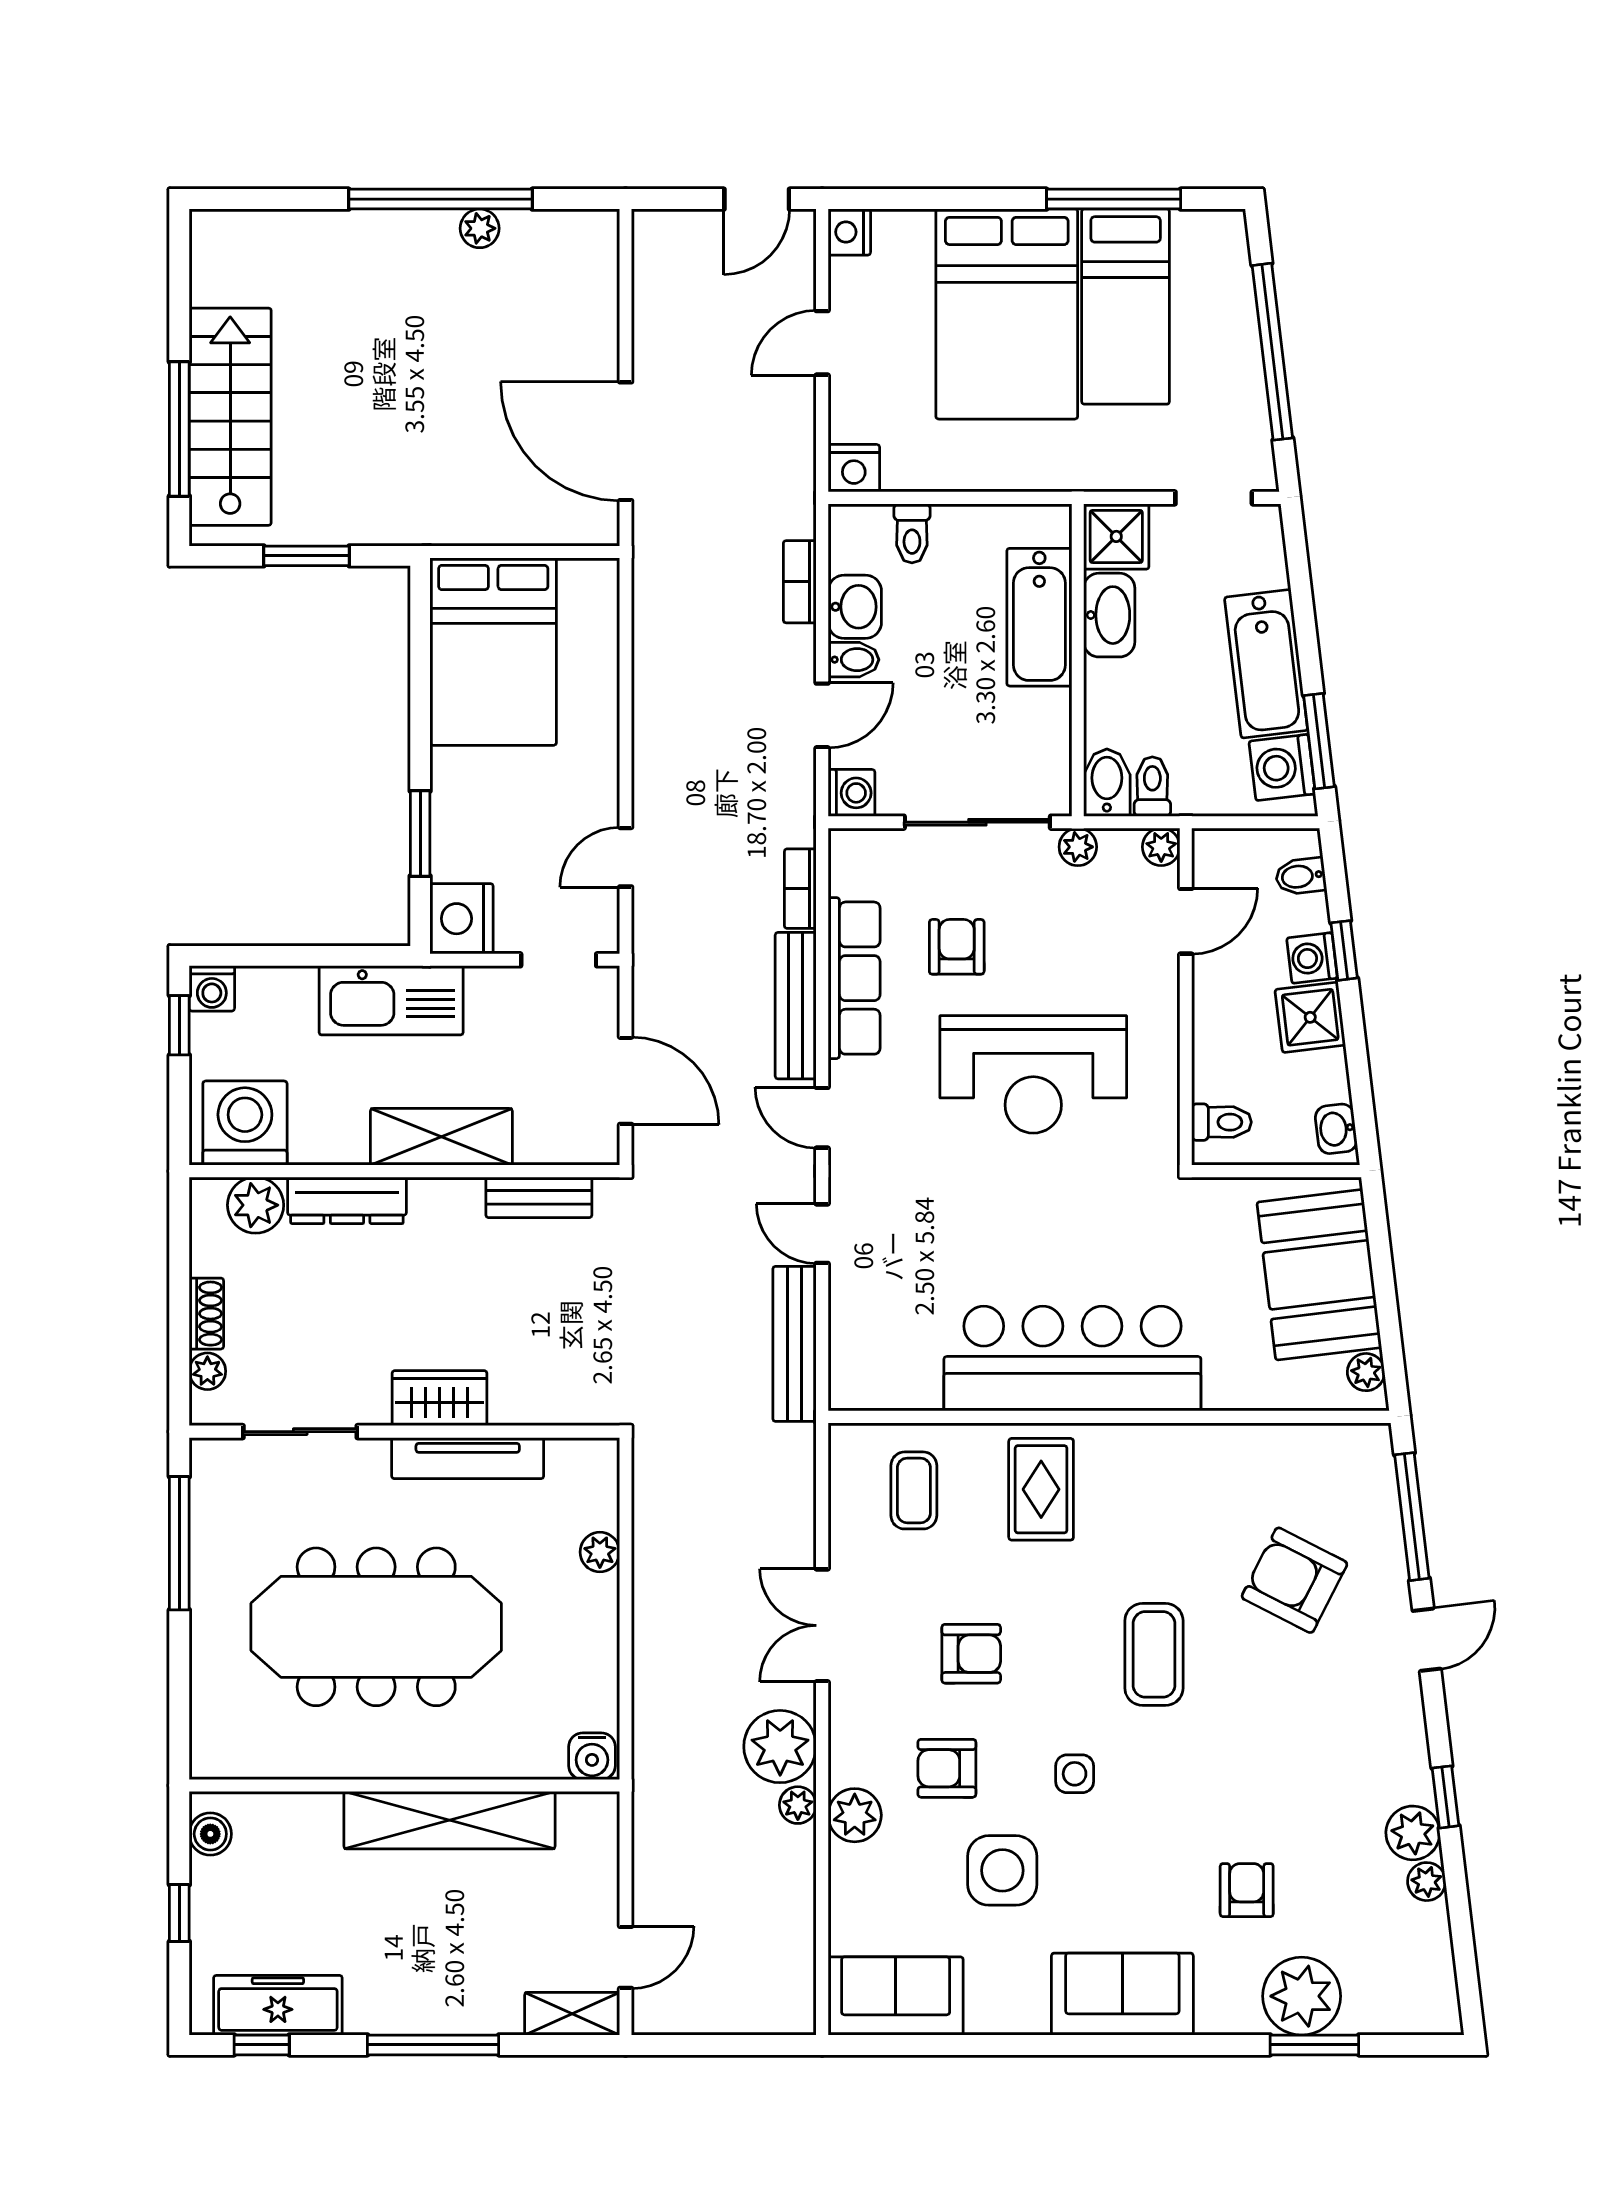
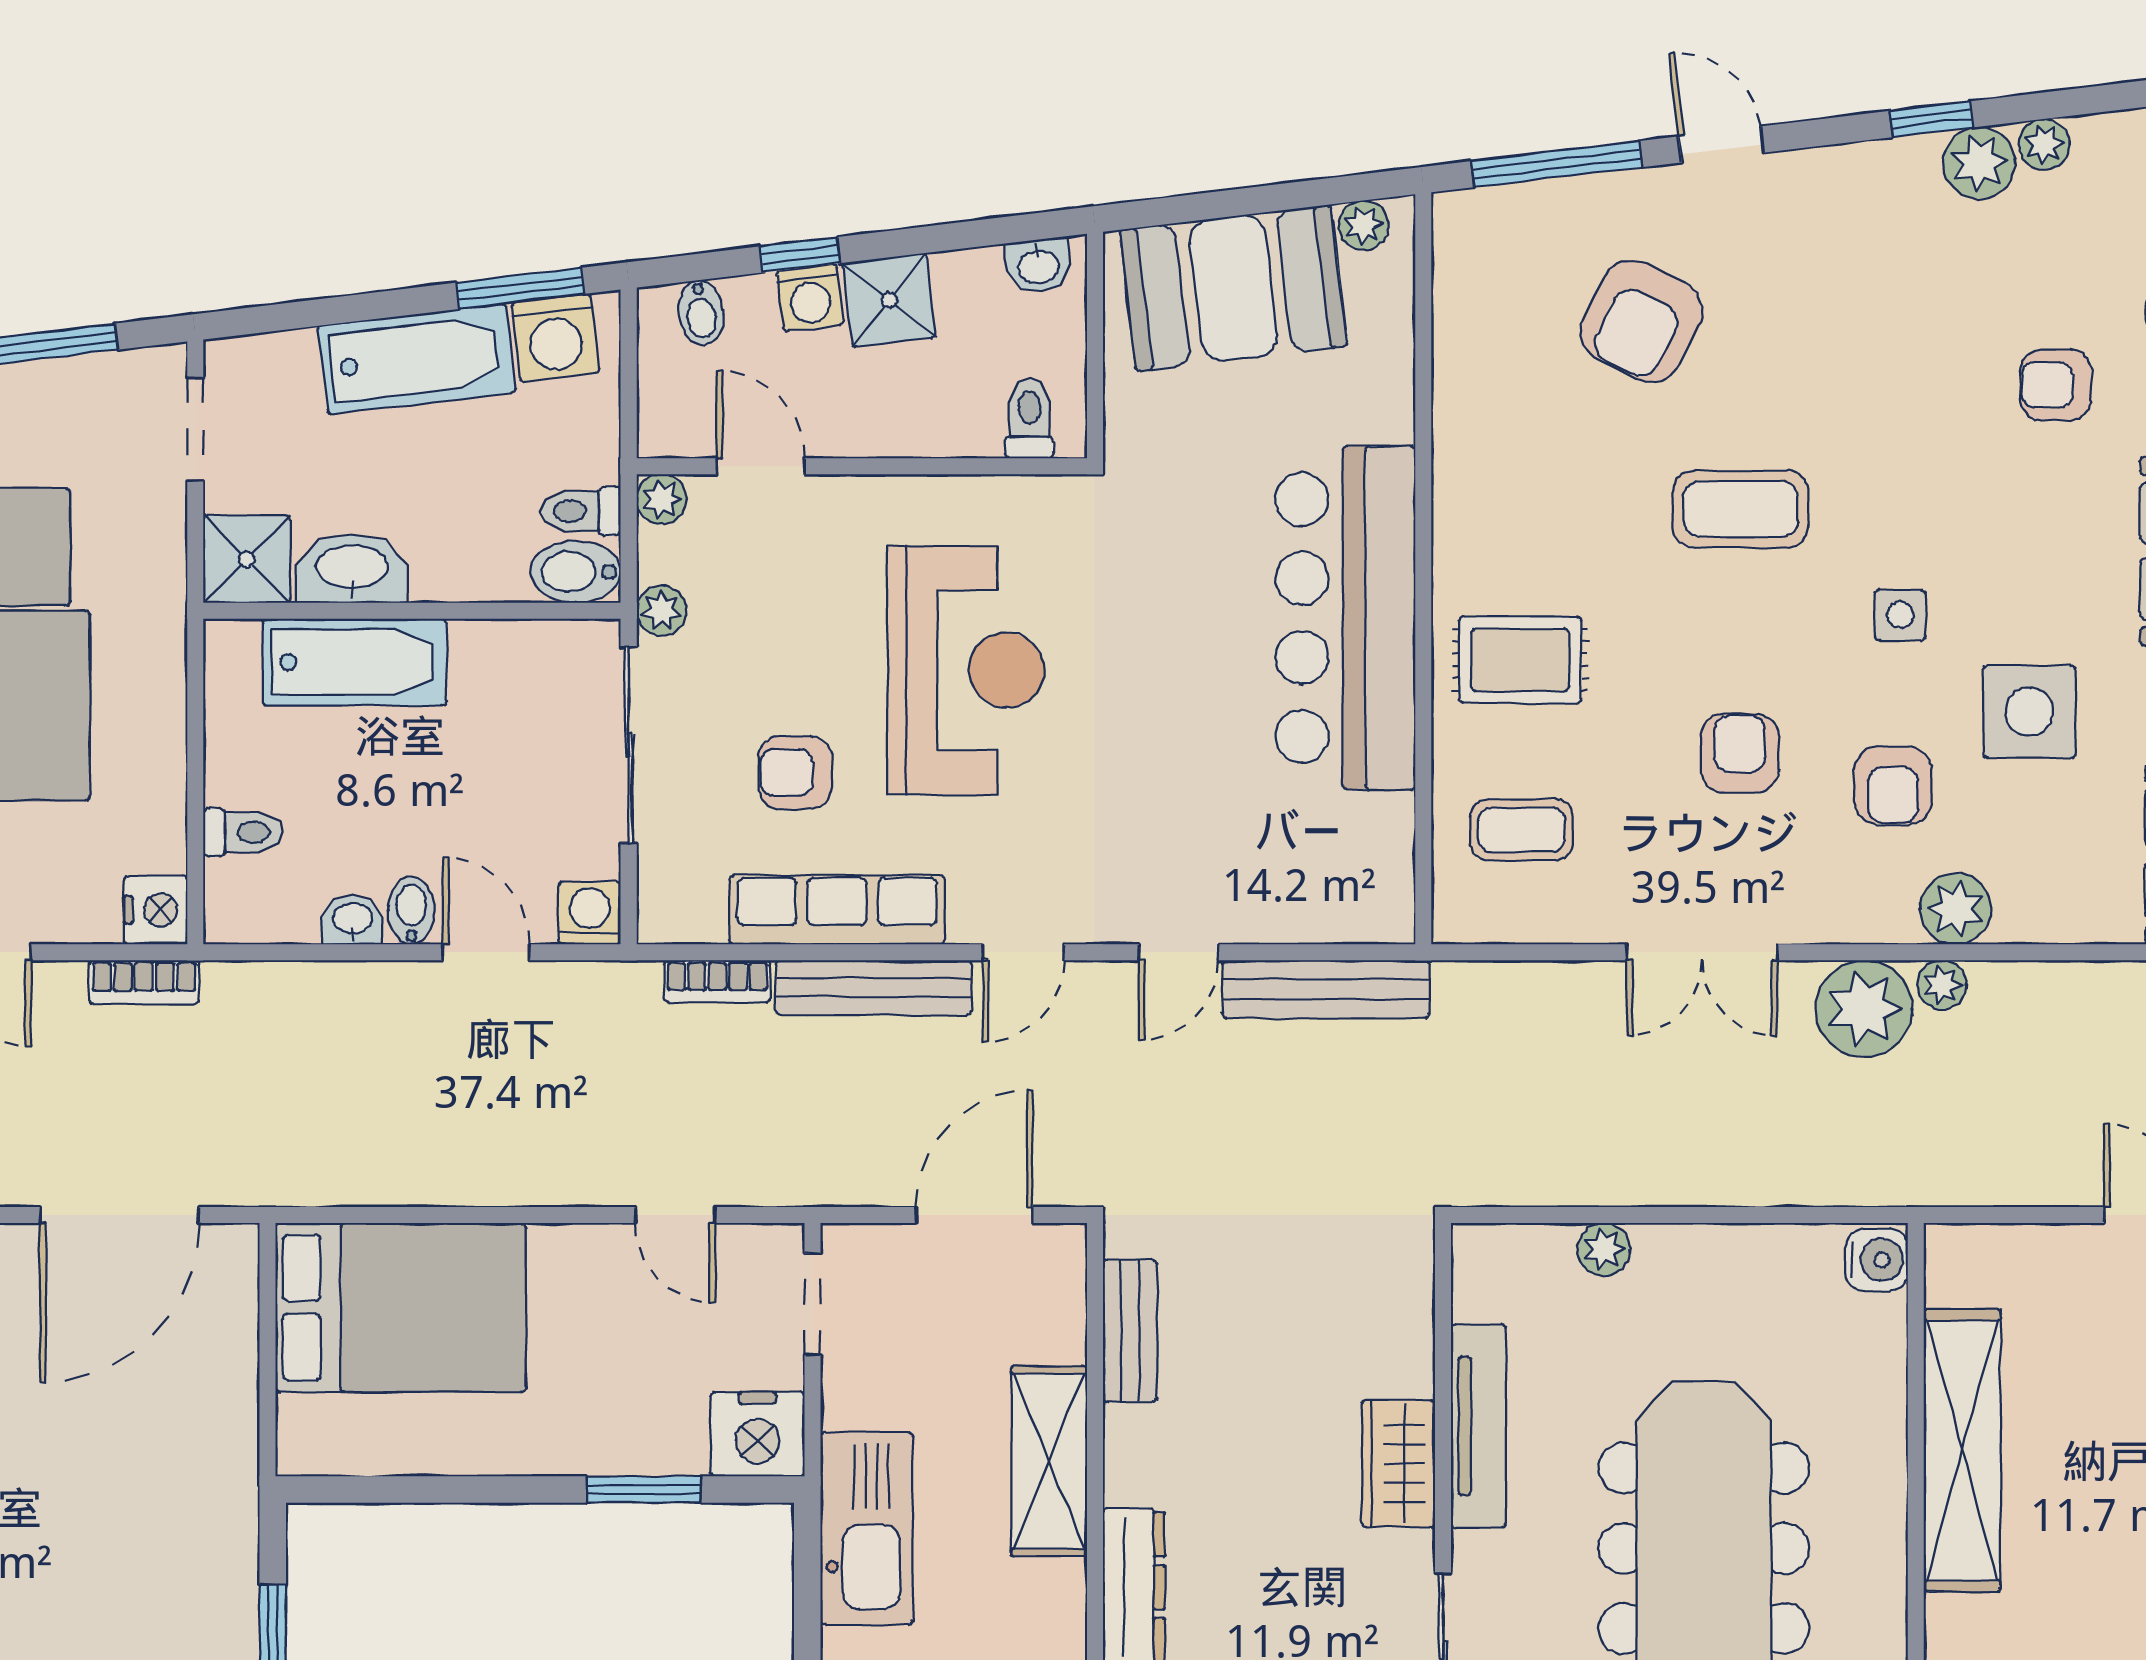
bookcase: (800, 582) -> (144, 982), moved
washbasin: (855, 607) -> (352, 920), width x0.72, depth x0.69
bed: (493, 652) -> (401, 1307), moved

